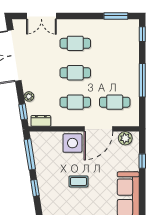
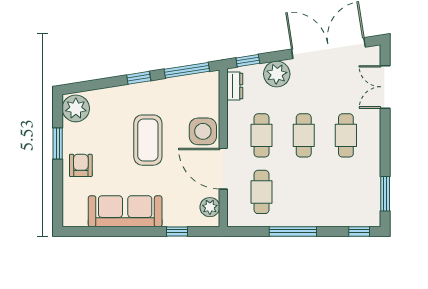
plant: (29, 96) -> (277, 74), width x1.87, depth x1.87
coffee table: (78, 181) -> (148, 140), width x1.86, depth x1.72

